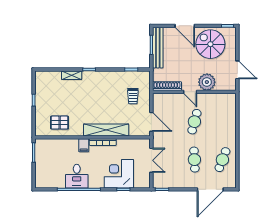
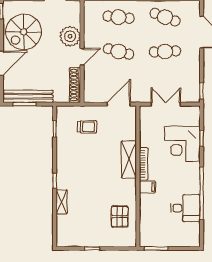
cafe table: (222, 122) -> (119, 17), added
shelving: (106, 130) -> (129, 160), width x0.68
desk: (77, 176) -> (185, 208), moved

